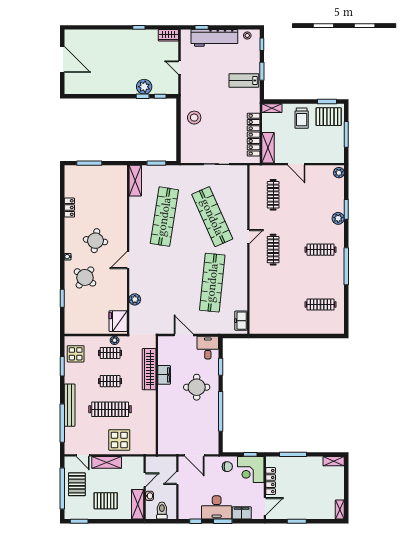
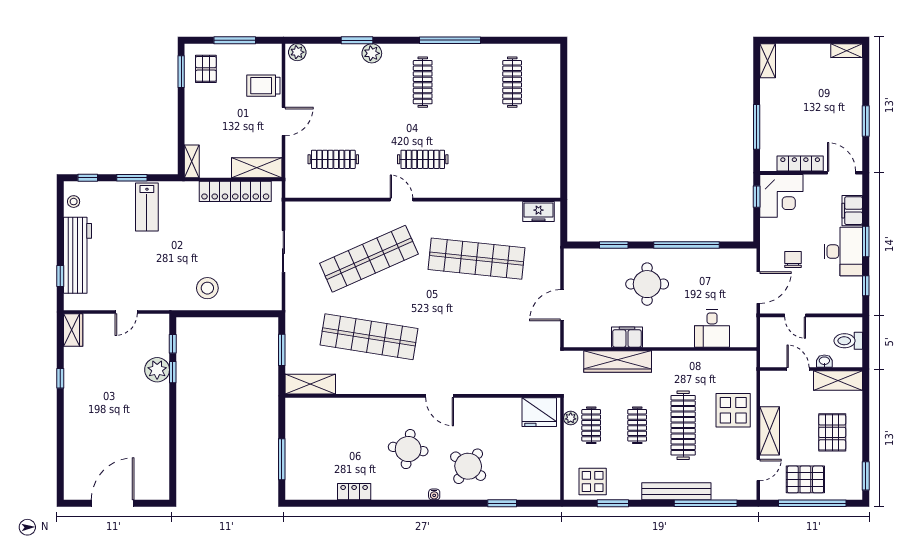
pallet: (329, 117) -> (206, 69), width x0.67, depth x0.71
trolley: (302, 118) -> (263, 86), moved, turned 180
plant: (135, 299) -> (504, 385), removed
desk: (208, 348) -> (712, 329), moved, turned -90
chair: (227, 467) -> (793, 260), moved

